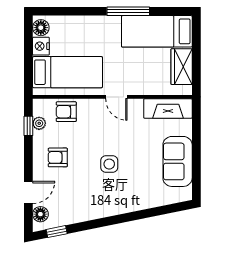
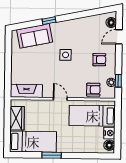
window: (128, 11) -> (52, 155), width x0.69
sofa: (178, 161) -> (35, 36), moved, turned 79
window: (57, 232) -> (49, 21), moved

